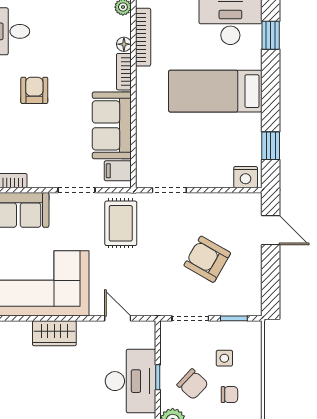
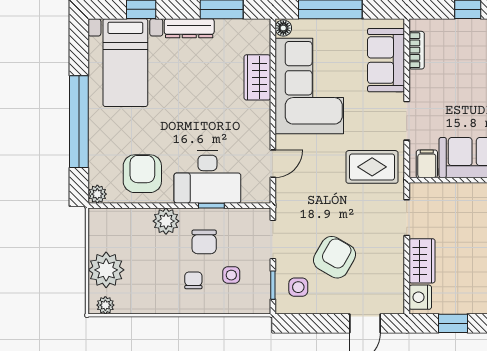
wardrobe: (211, 175) -> (422, 261), added
side table: (236, 294) -> (298, 287), added
wardrobe: (54, 333) -> (257, 77), moved
chair: (193, 384) -> (204, 242), turned -43
chair: (229, 395) -> (193, 280), turned 180

